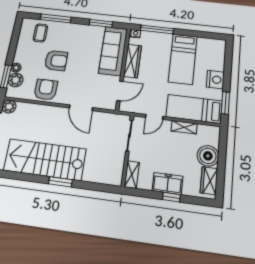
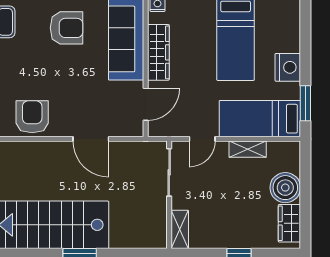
armchair: (56, 61) -> (67, 28), moved
freezer: (168, 184) -> (232, 235), removed

